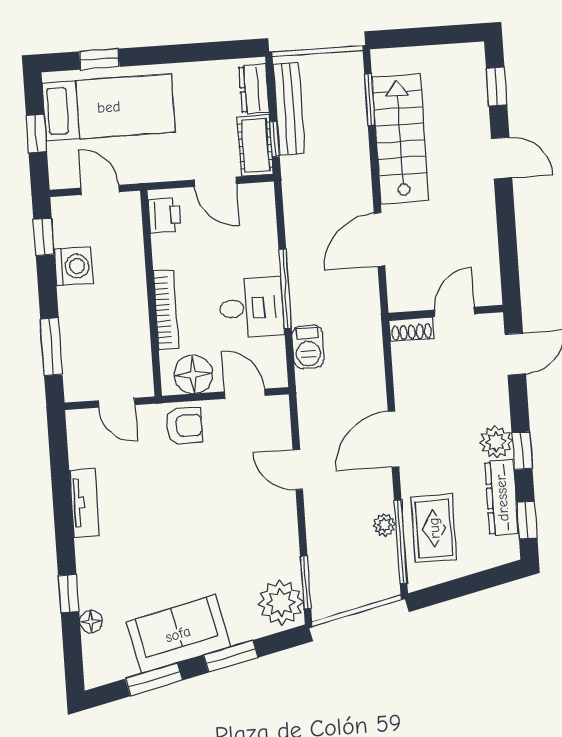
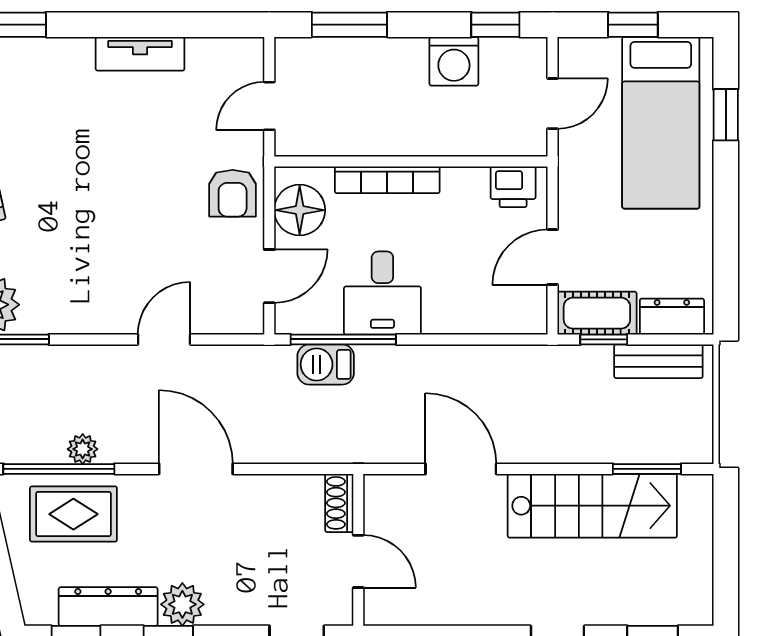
bench: (289, 109) -> (658, 361), width x0.73
window: (285, 289) -> (343, 339), moved

